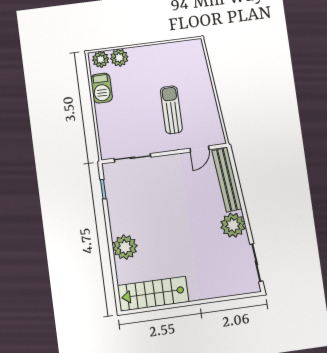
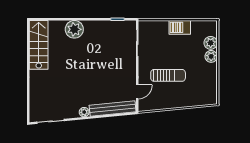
plant: (101, 59) -> (211, 56), moved
barbecue: (102, 88) -> (180, 27), moved
door: (200, 149) -> (137, 92), swing flipped
plant: (233, 225) -> (84, 112), width x0.53, depth x0.53

